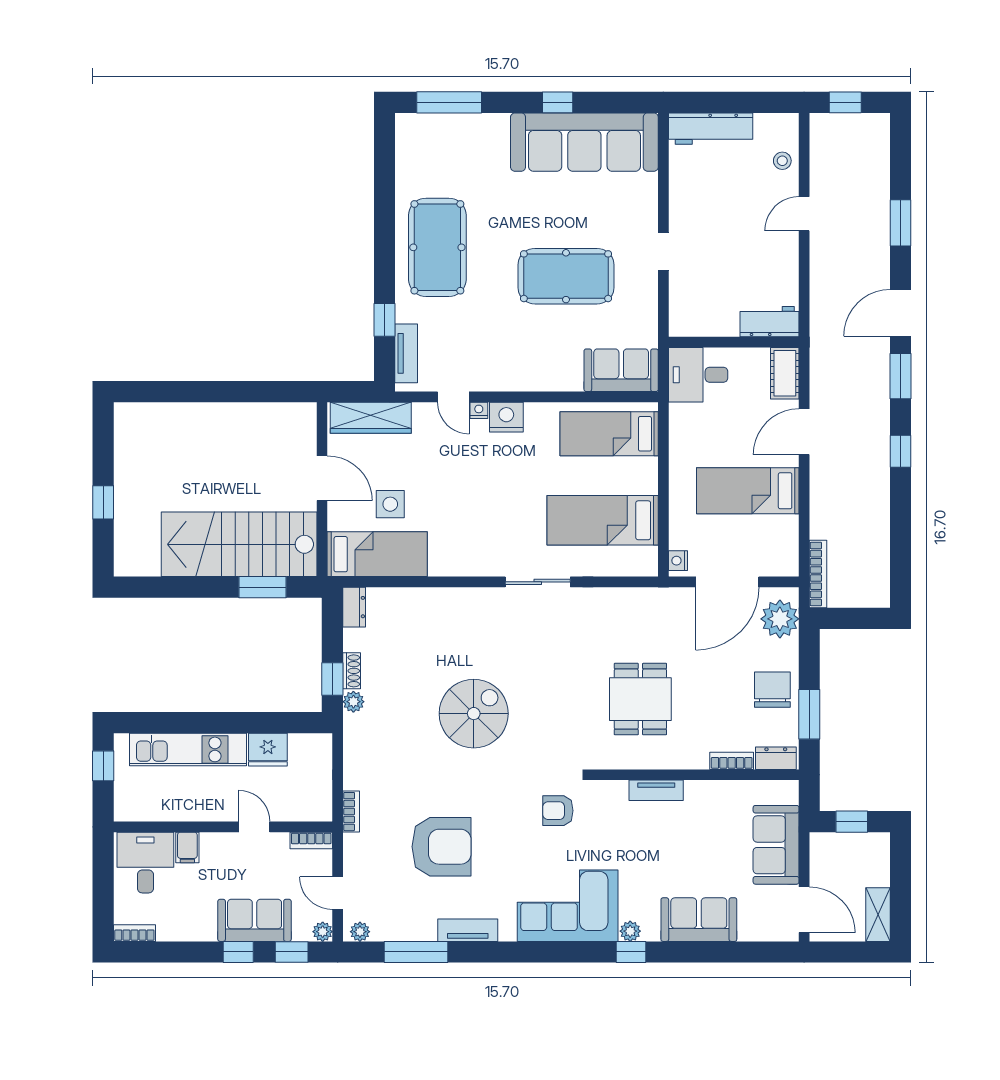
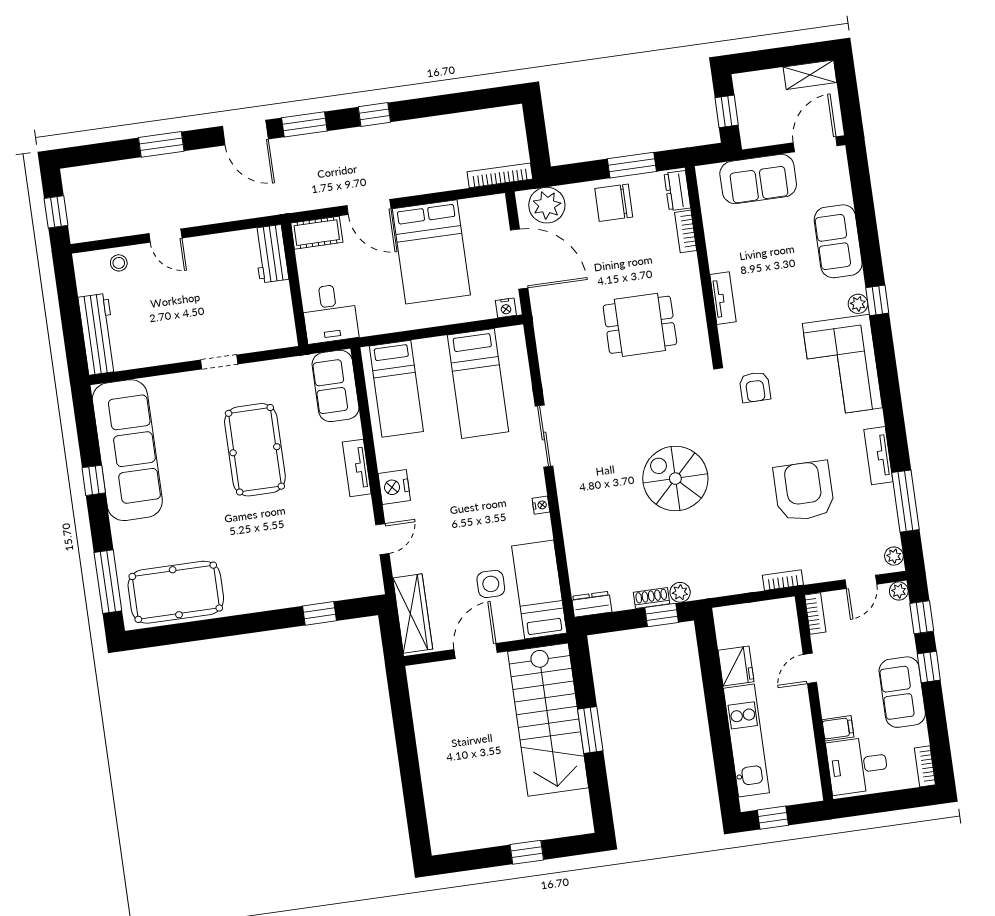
pool table: (437, 247) -> (176, 592), moved
tv unit: (406, 353) -> (357, 468), moved, turned -90
nightstand: (479, 410) -> (541, 505), moved, turned 180
bed: (748, 491) -> (431, 252), width x1.50
window: (262, 587) -> (590, 730), moved
sofa: (255, 920) -> (902, 692), moved

